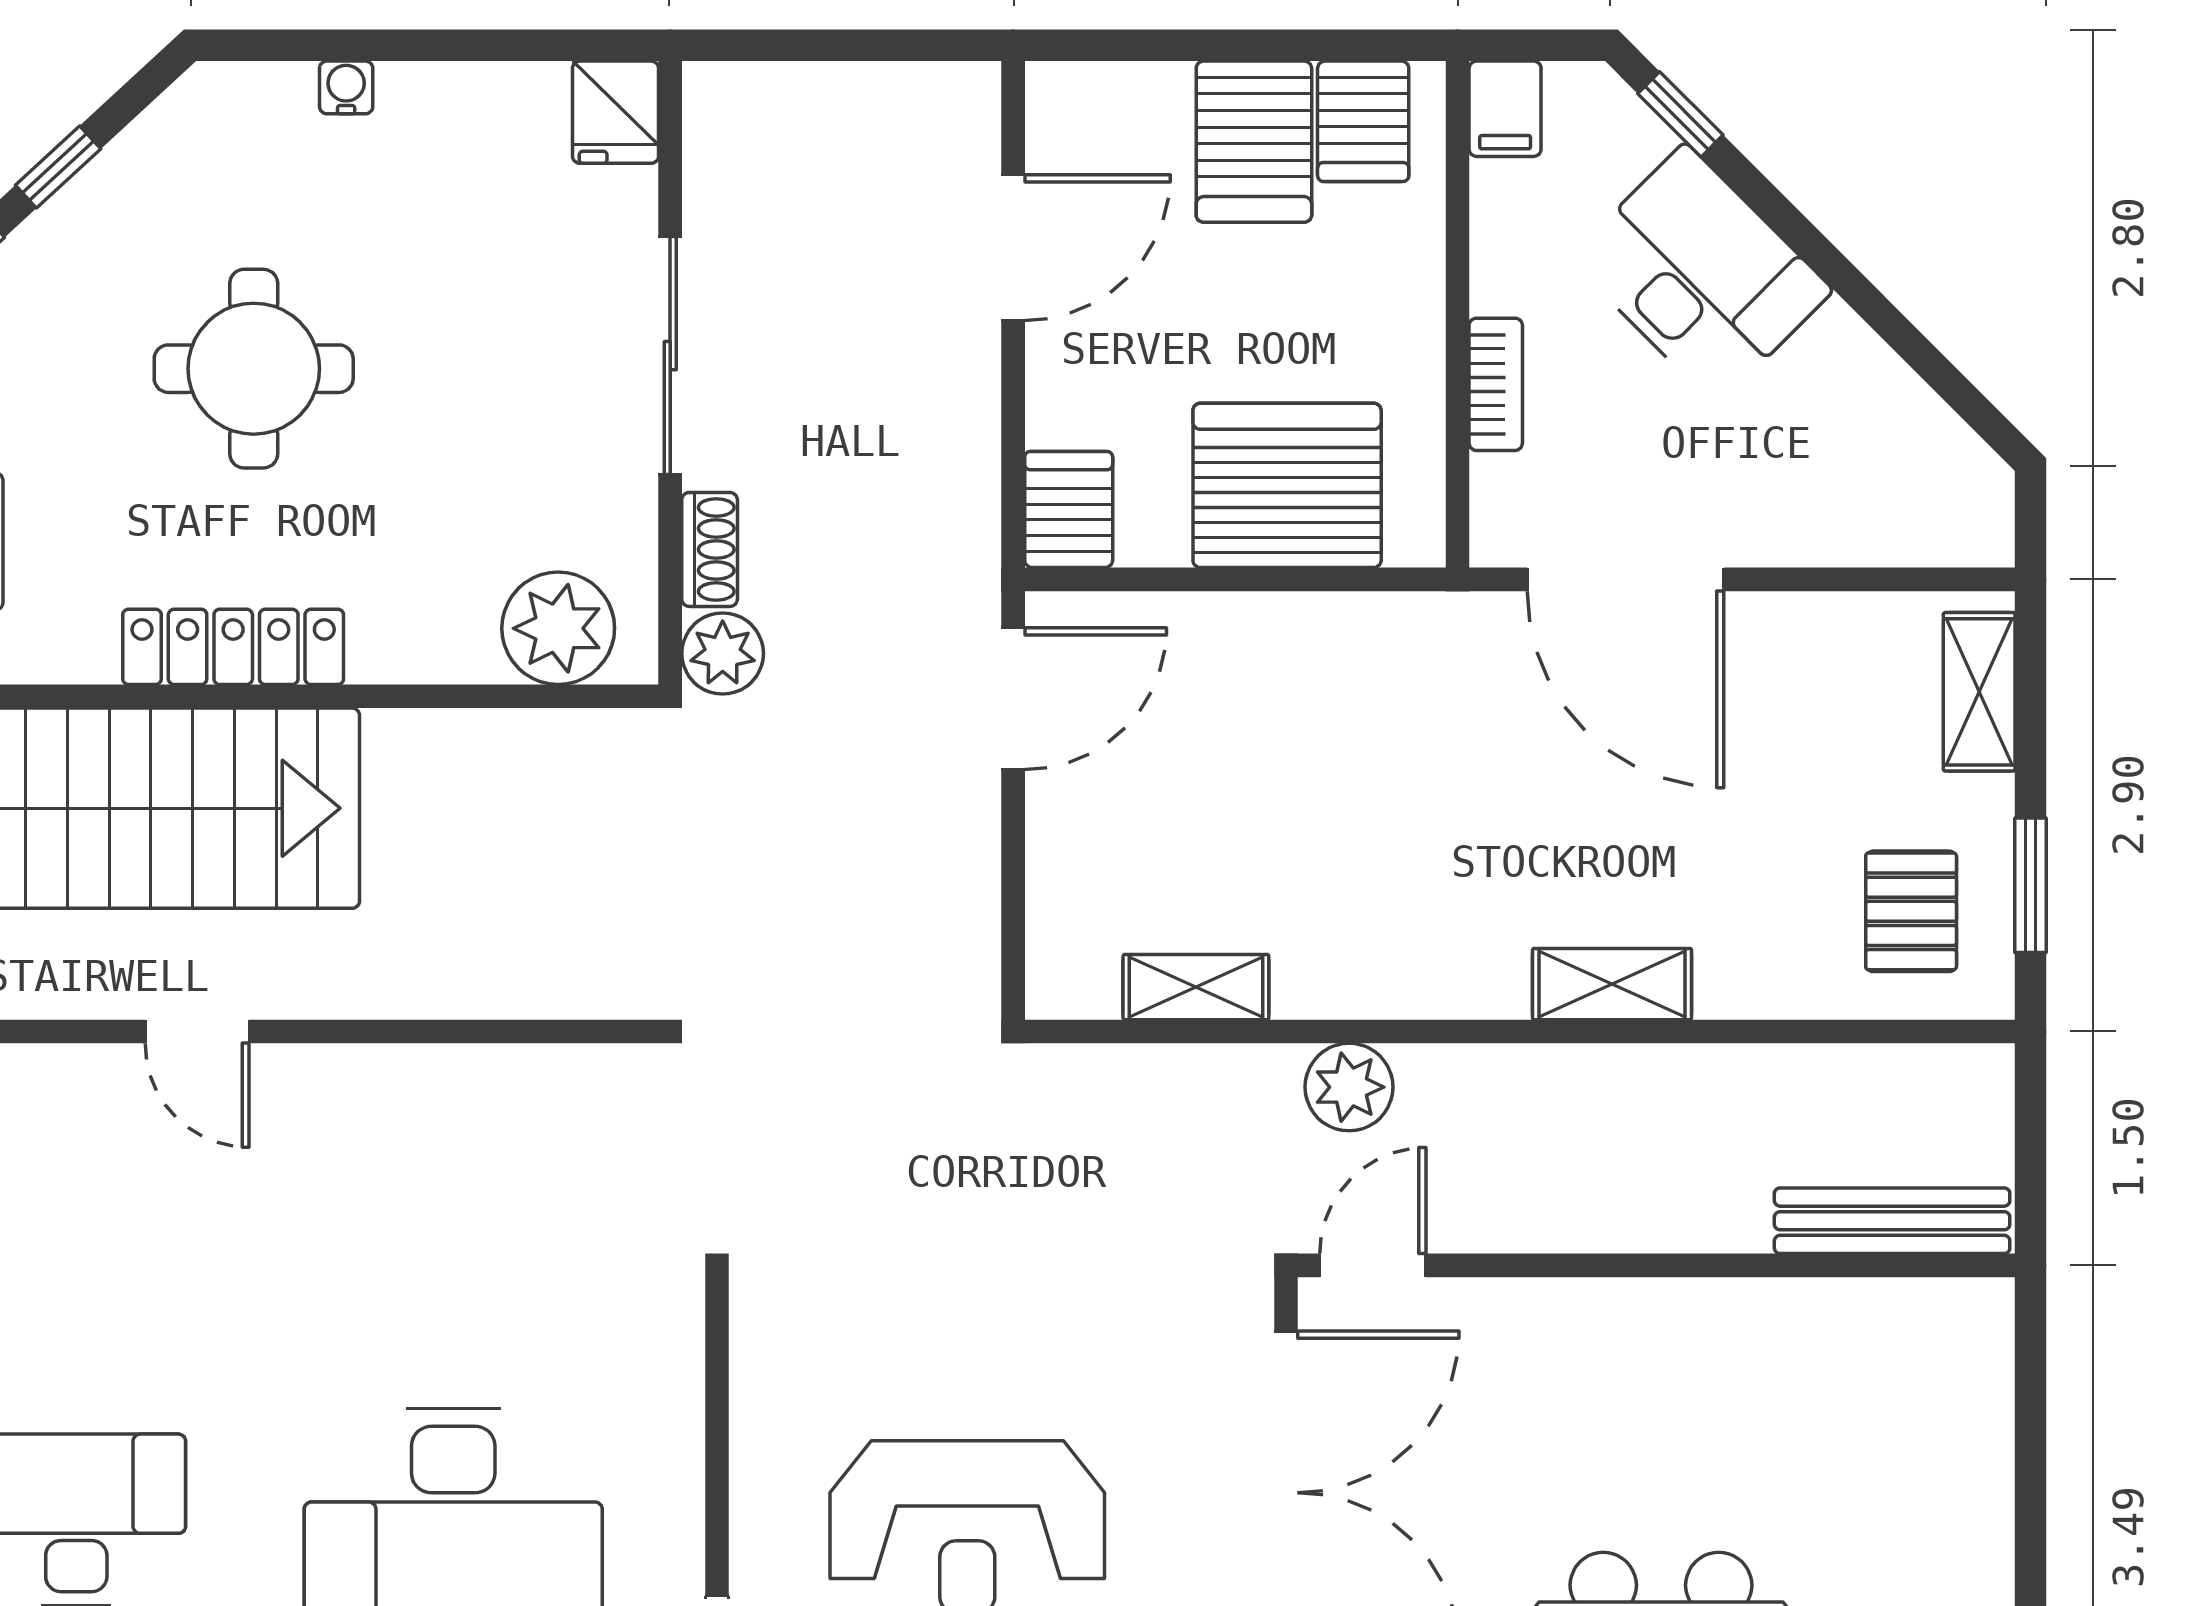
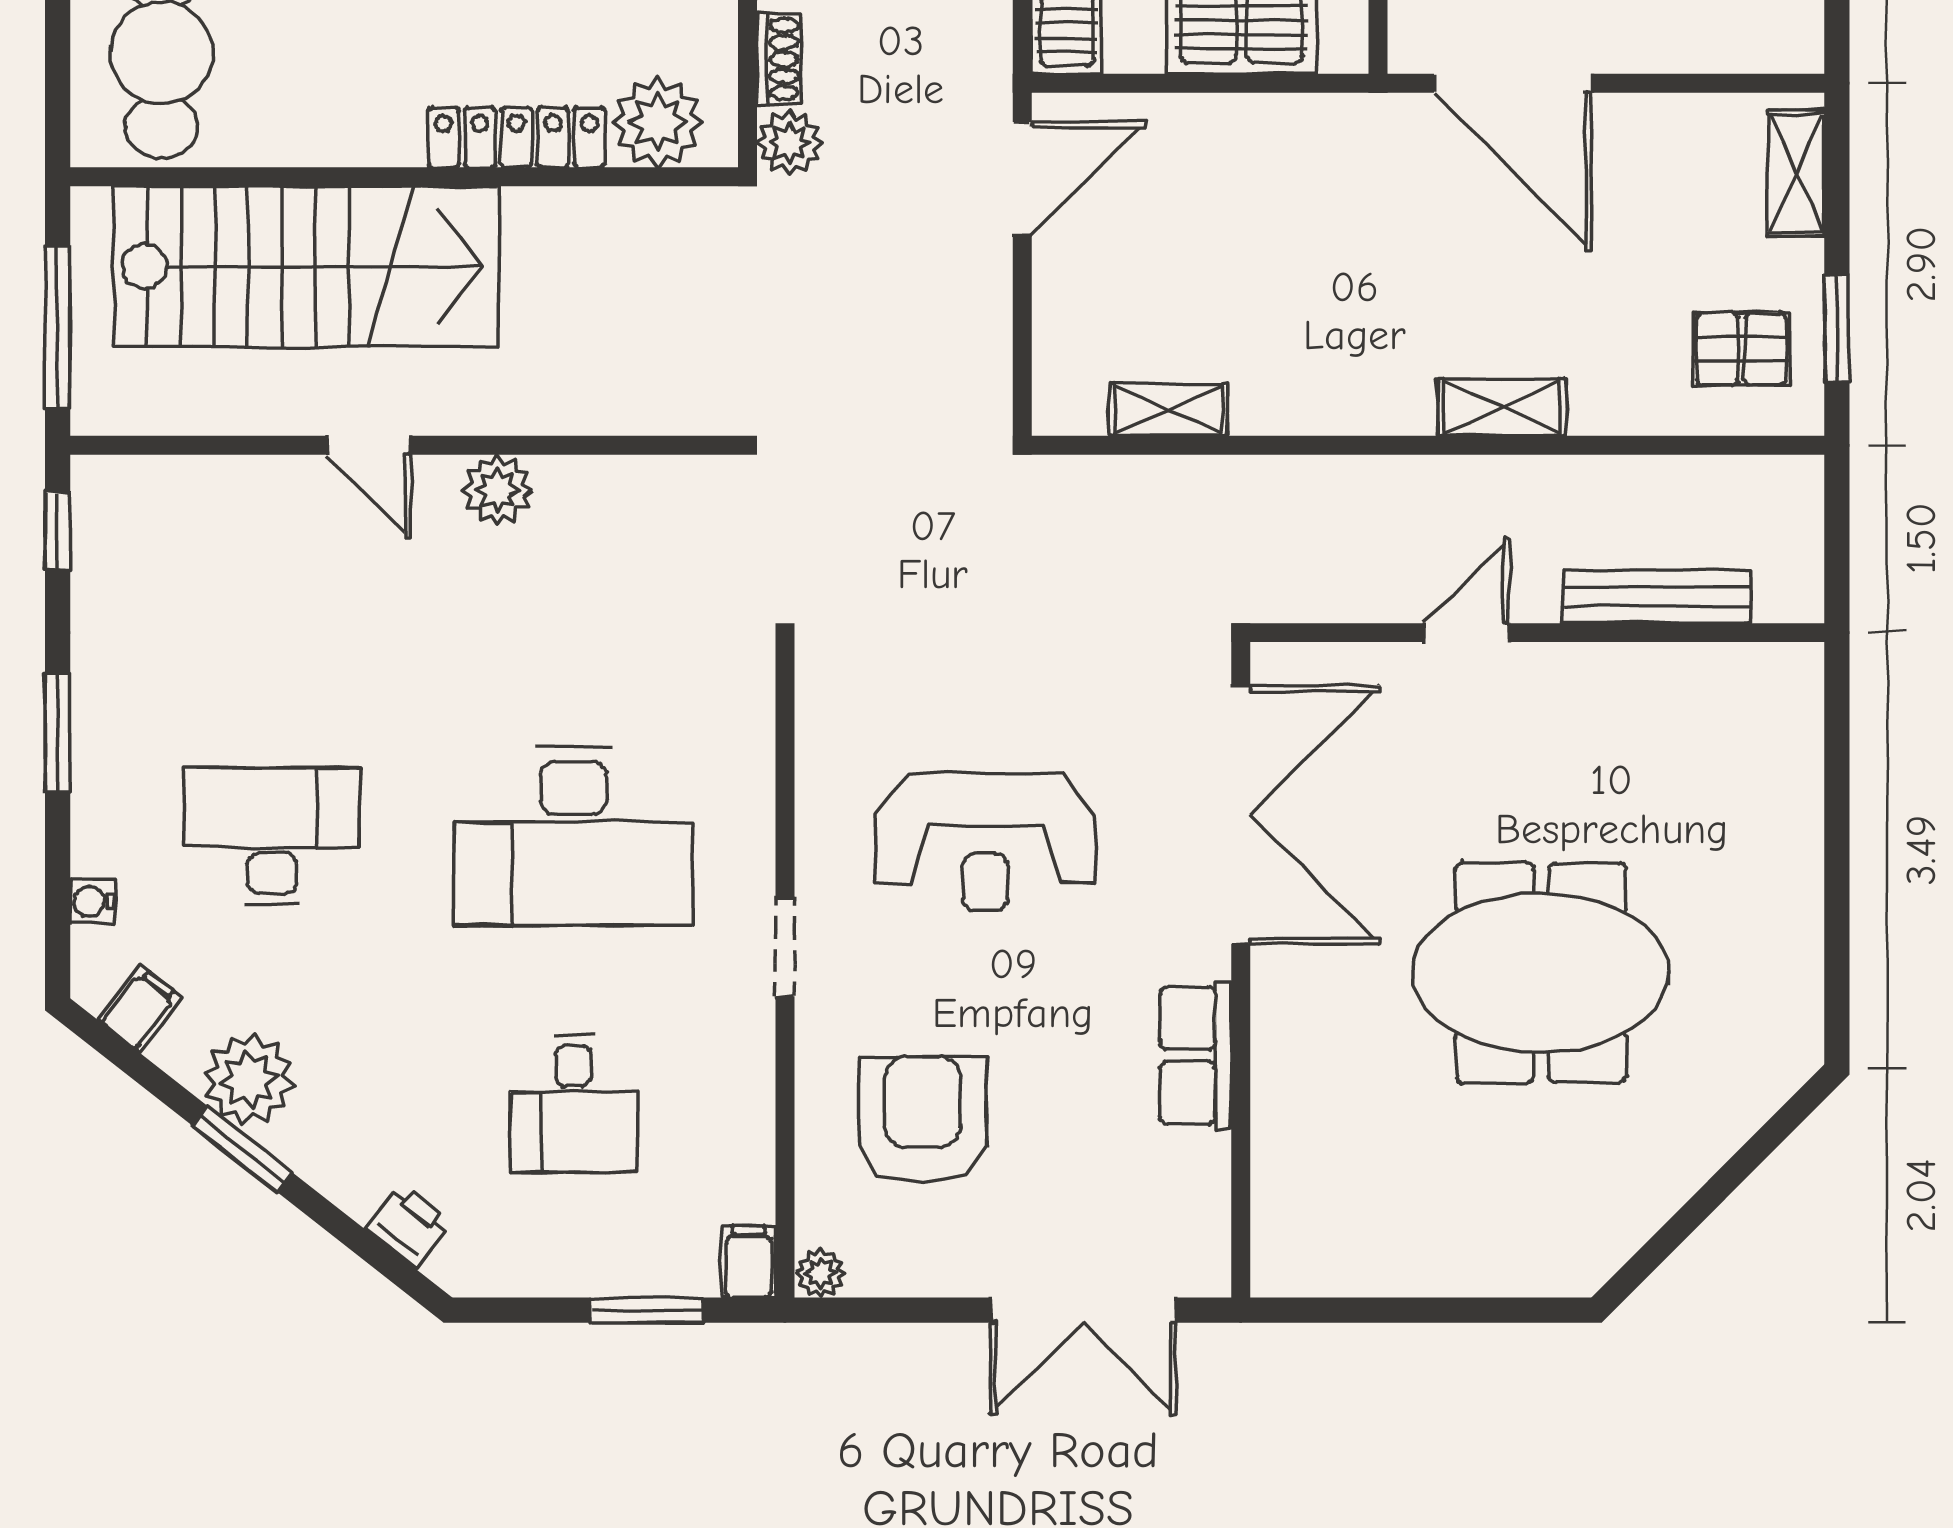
locker: (233, 647) -> (516, 137), moved
pallet: (1911, 911) -> (1741, 349), turned 90
plant: (1349, 1087) -> (497, 490), moved
bench: (1892, 1221) -> (1657, 597), moved
door: (1373, 1265) -> (1467, 633), moved

